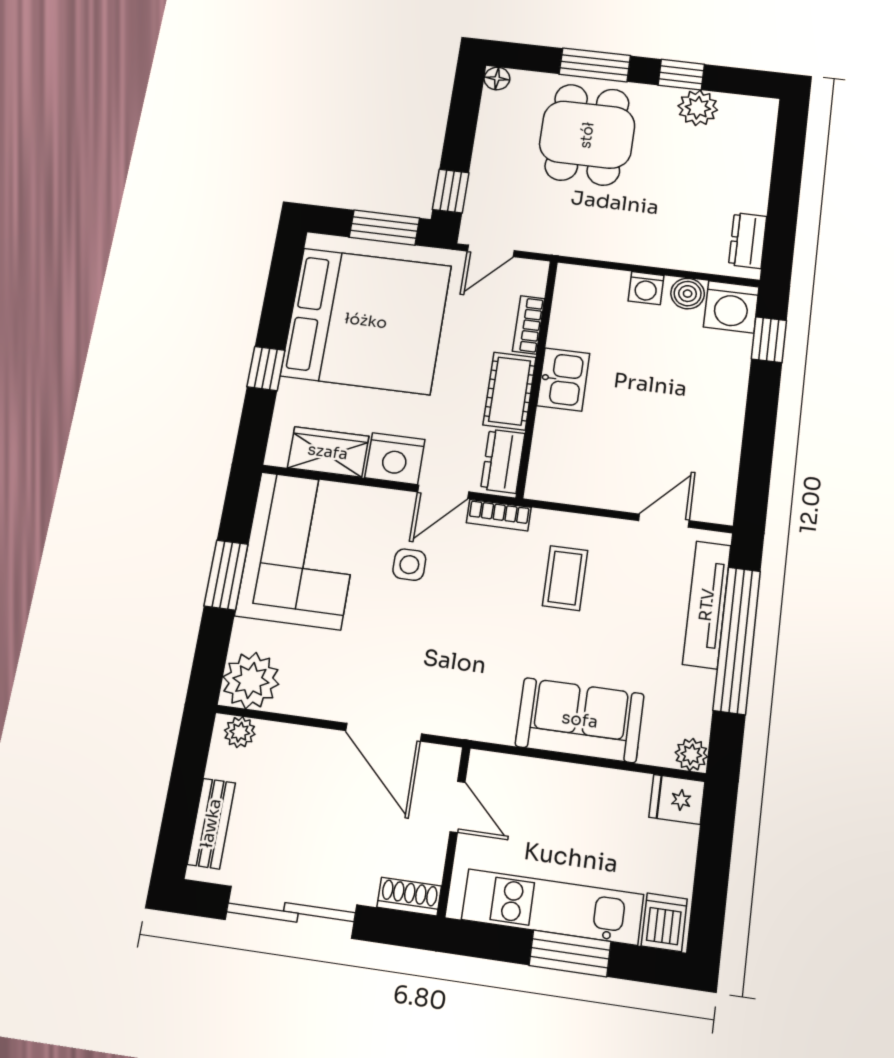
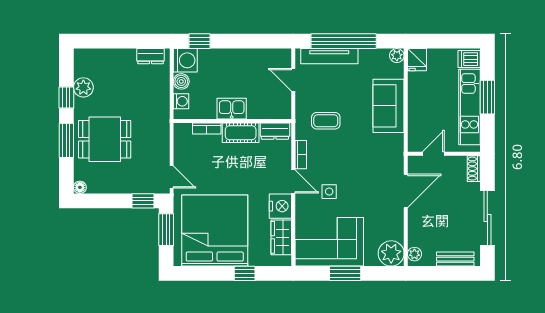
bookcase: (529, 325) -> (207, 129), moved
wall: (537, 378) -> (232, 121), moved
kitchen sink: (563, 379) -> (232, 109), moved
cot: (510, 391) -> (241, 133), moved
dresser: (503, 461) -> (275, 131), moved

